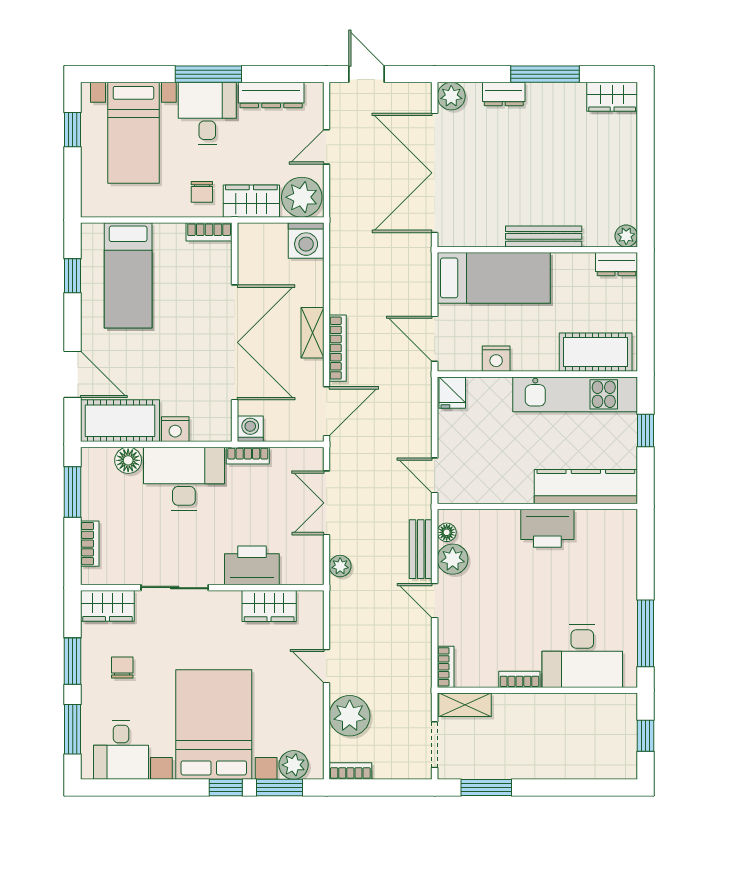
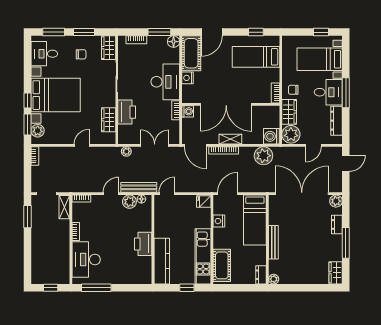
door: (327, 147) -> (313, 145), swing flipped
floor lamp: (128, 460) -> (174, 42), moved
bench: (421, 549) -> (139, 187), width x1.36
plant: (350, 716) -> (263, 156), moved

